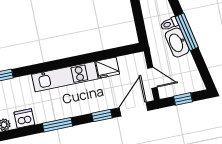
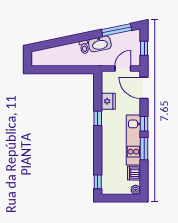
window: (187, 32) -> (117, 30), moved
window: (84, 59) -> (98, 118), added
kitchen unit: (65, 77) -> (133, 140), moved, turned 180
window: (102, 116) -> (144, 124), moved

